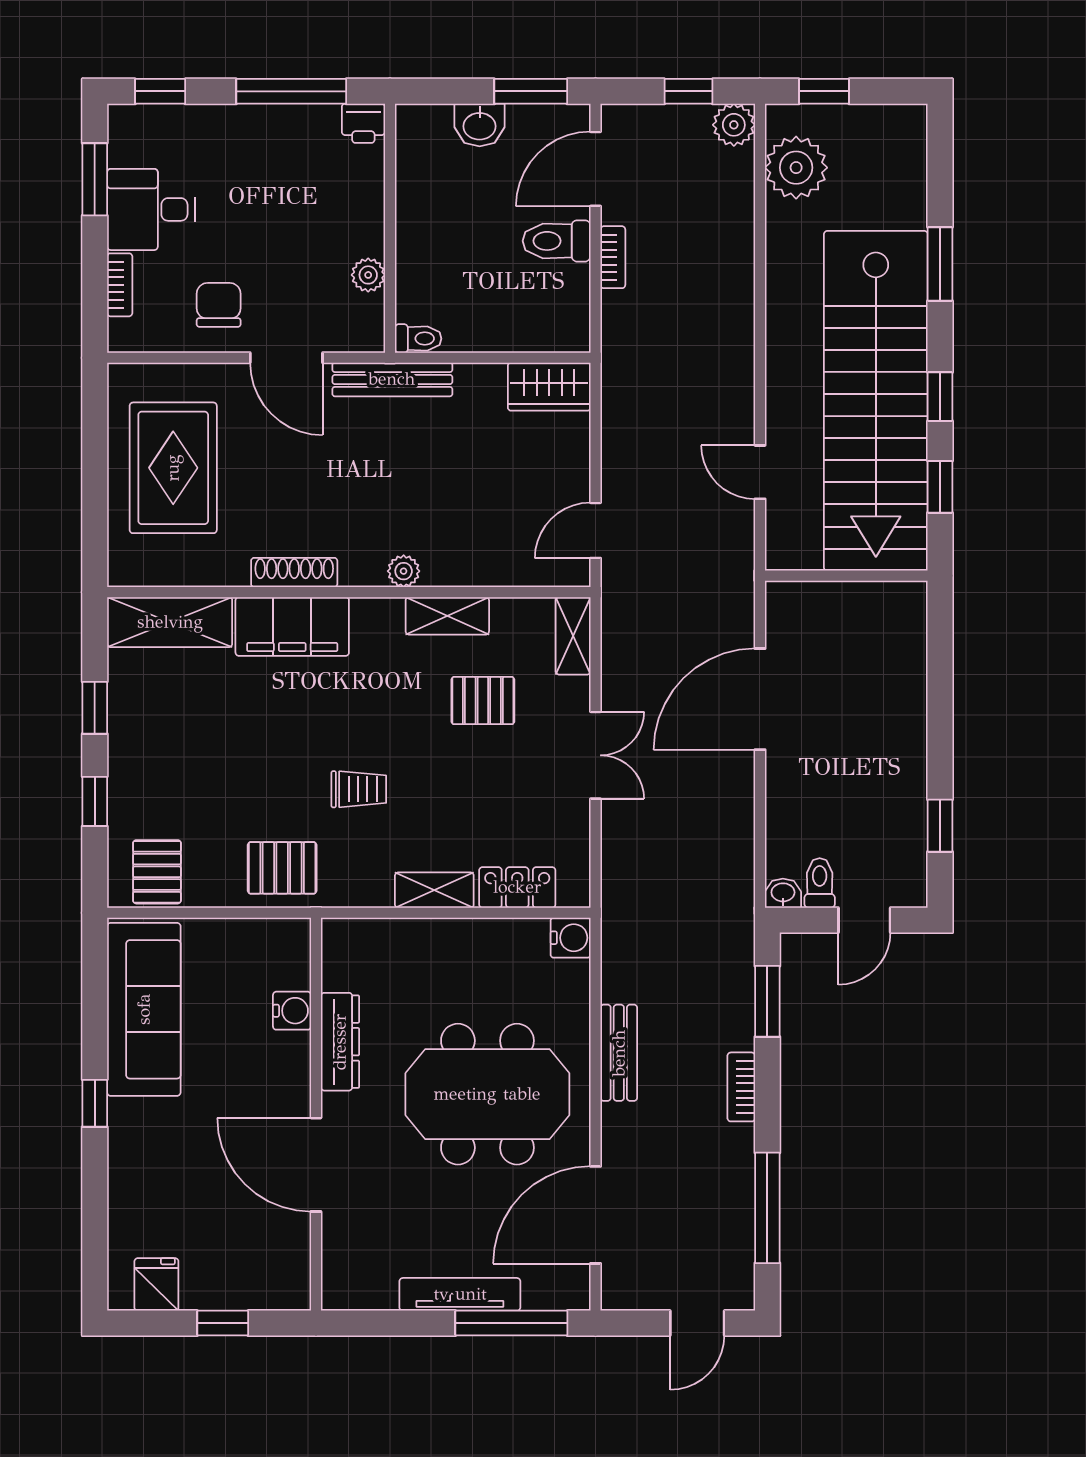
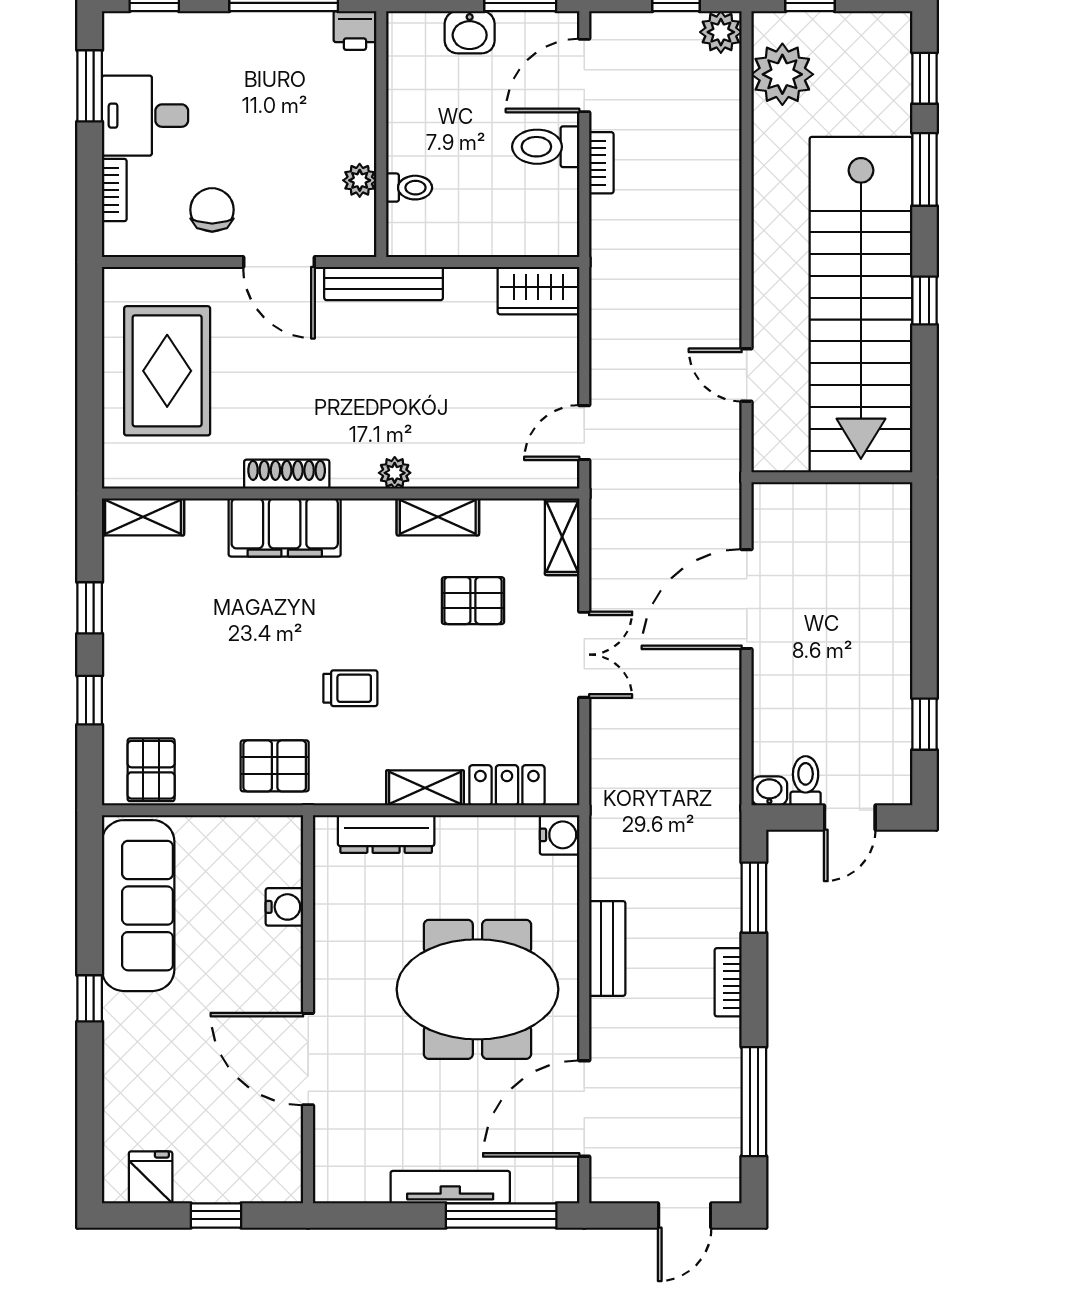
toilet: (418, 339) -> (409, 188), moved
window: (940, 487) -> (924, 78), moved
shelving: (170, 622) -> (143, 517), width x0.67, depth x0.75
dresser: (340, 1042) -> (386, 834), moved, turned 90

